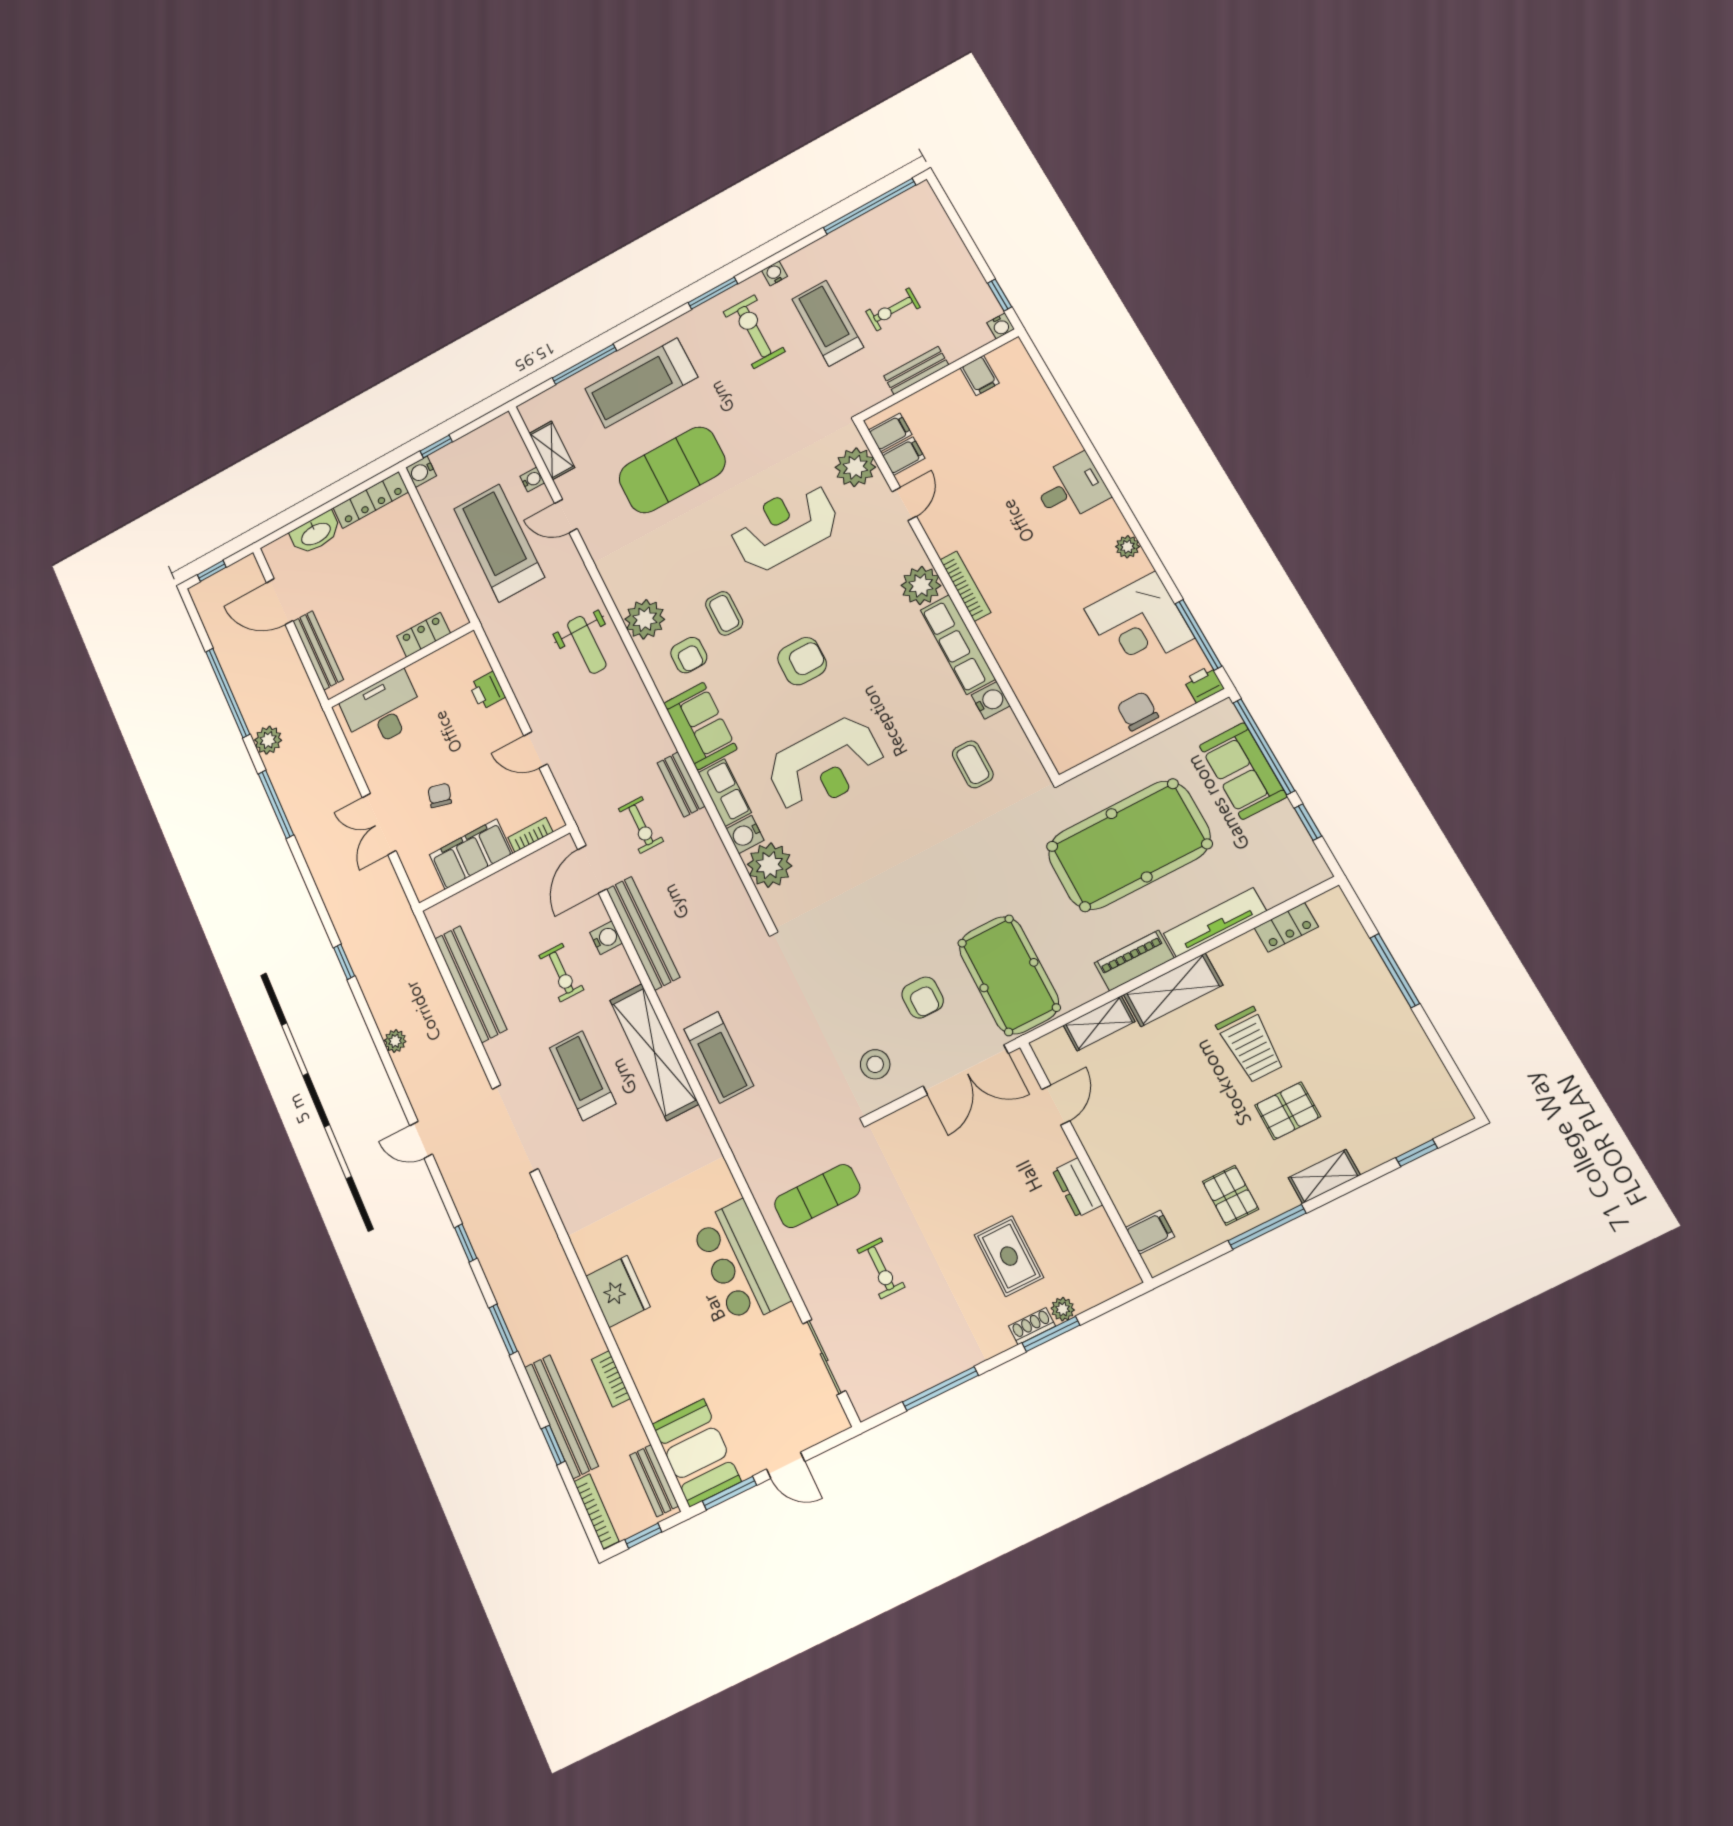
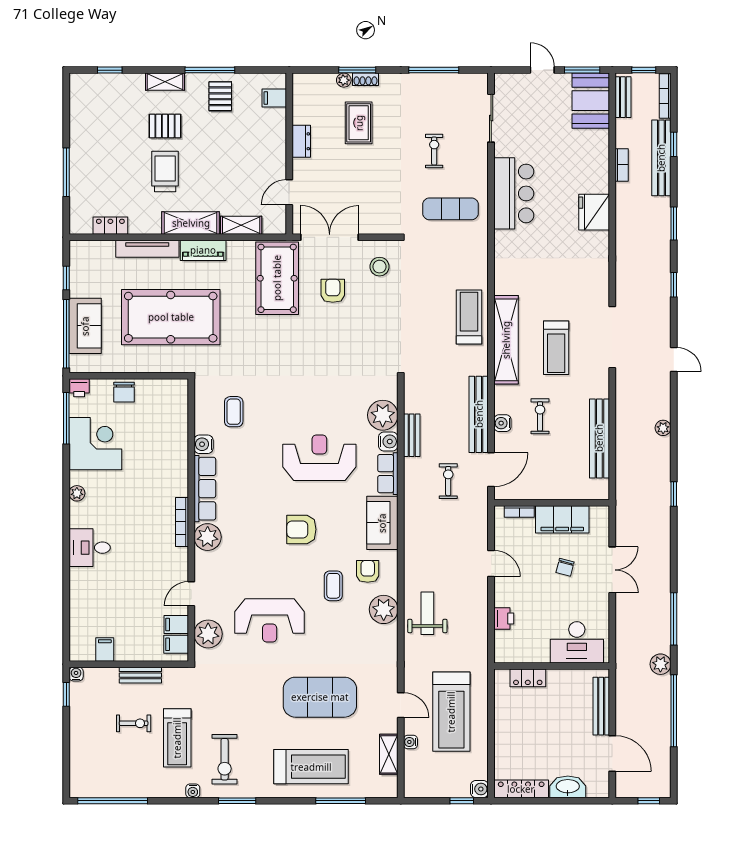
bench: (681, 784) -> (412, 435), moved

